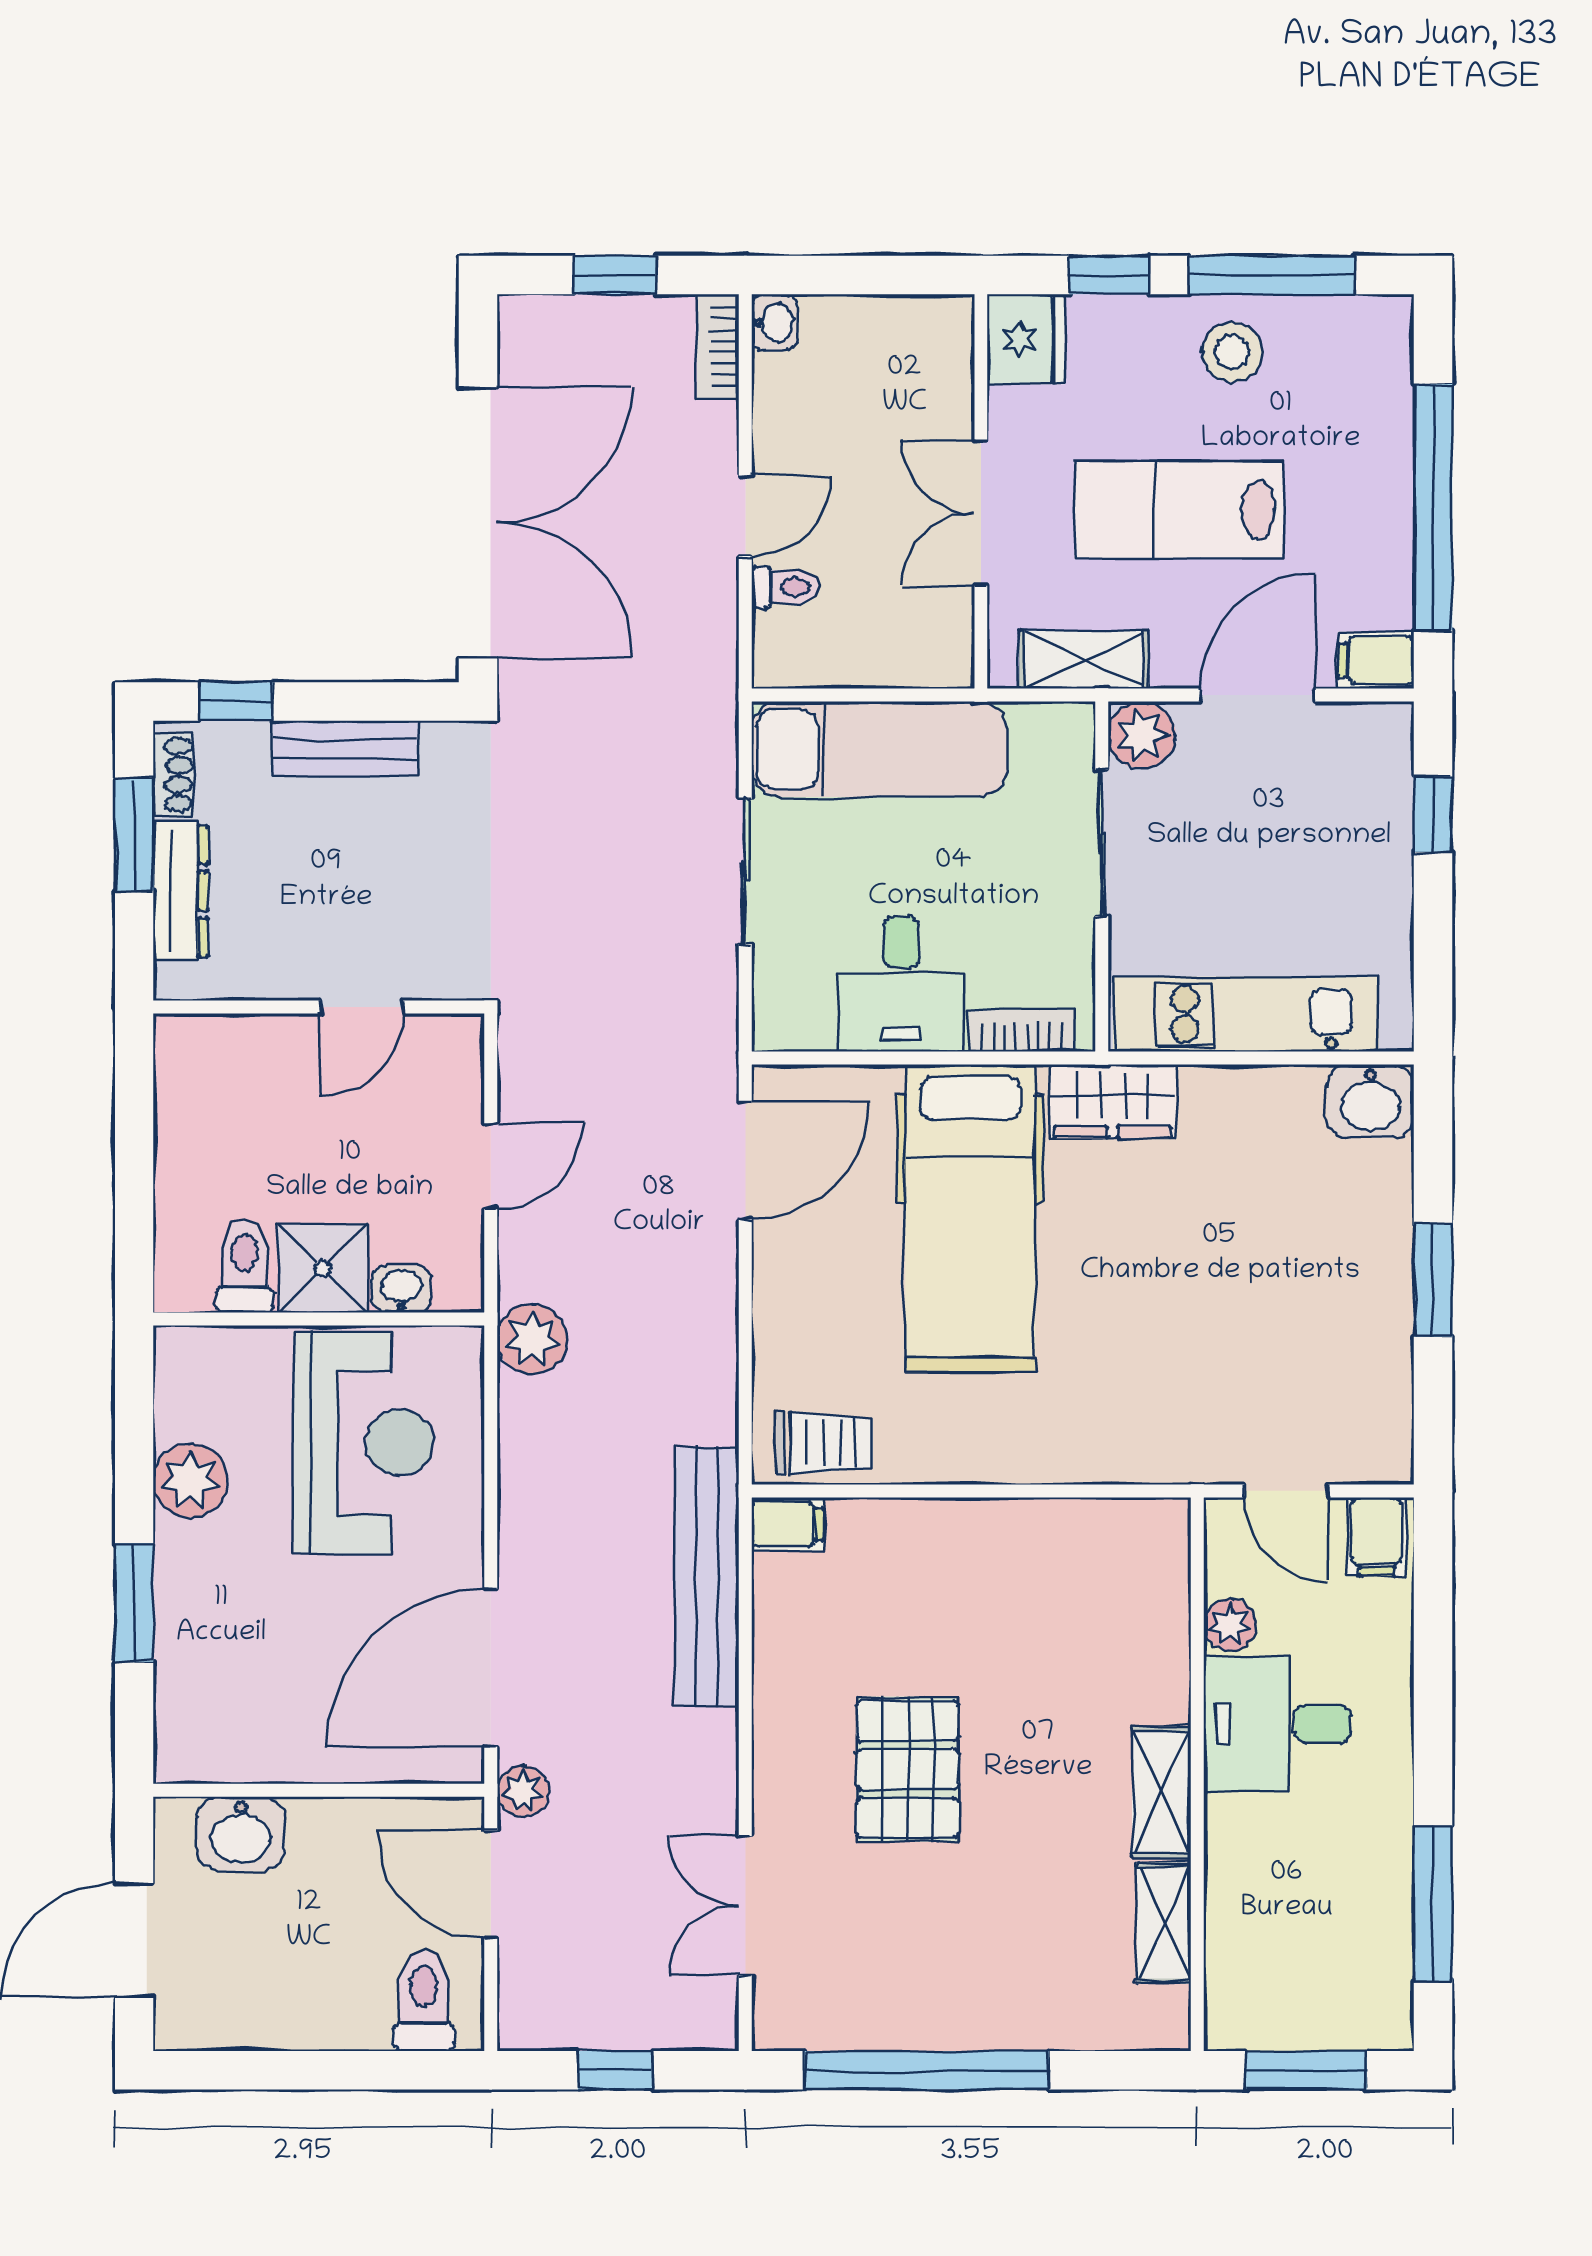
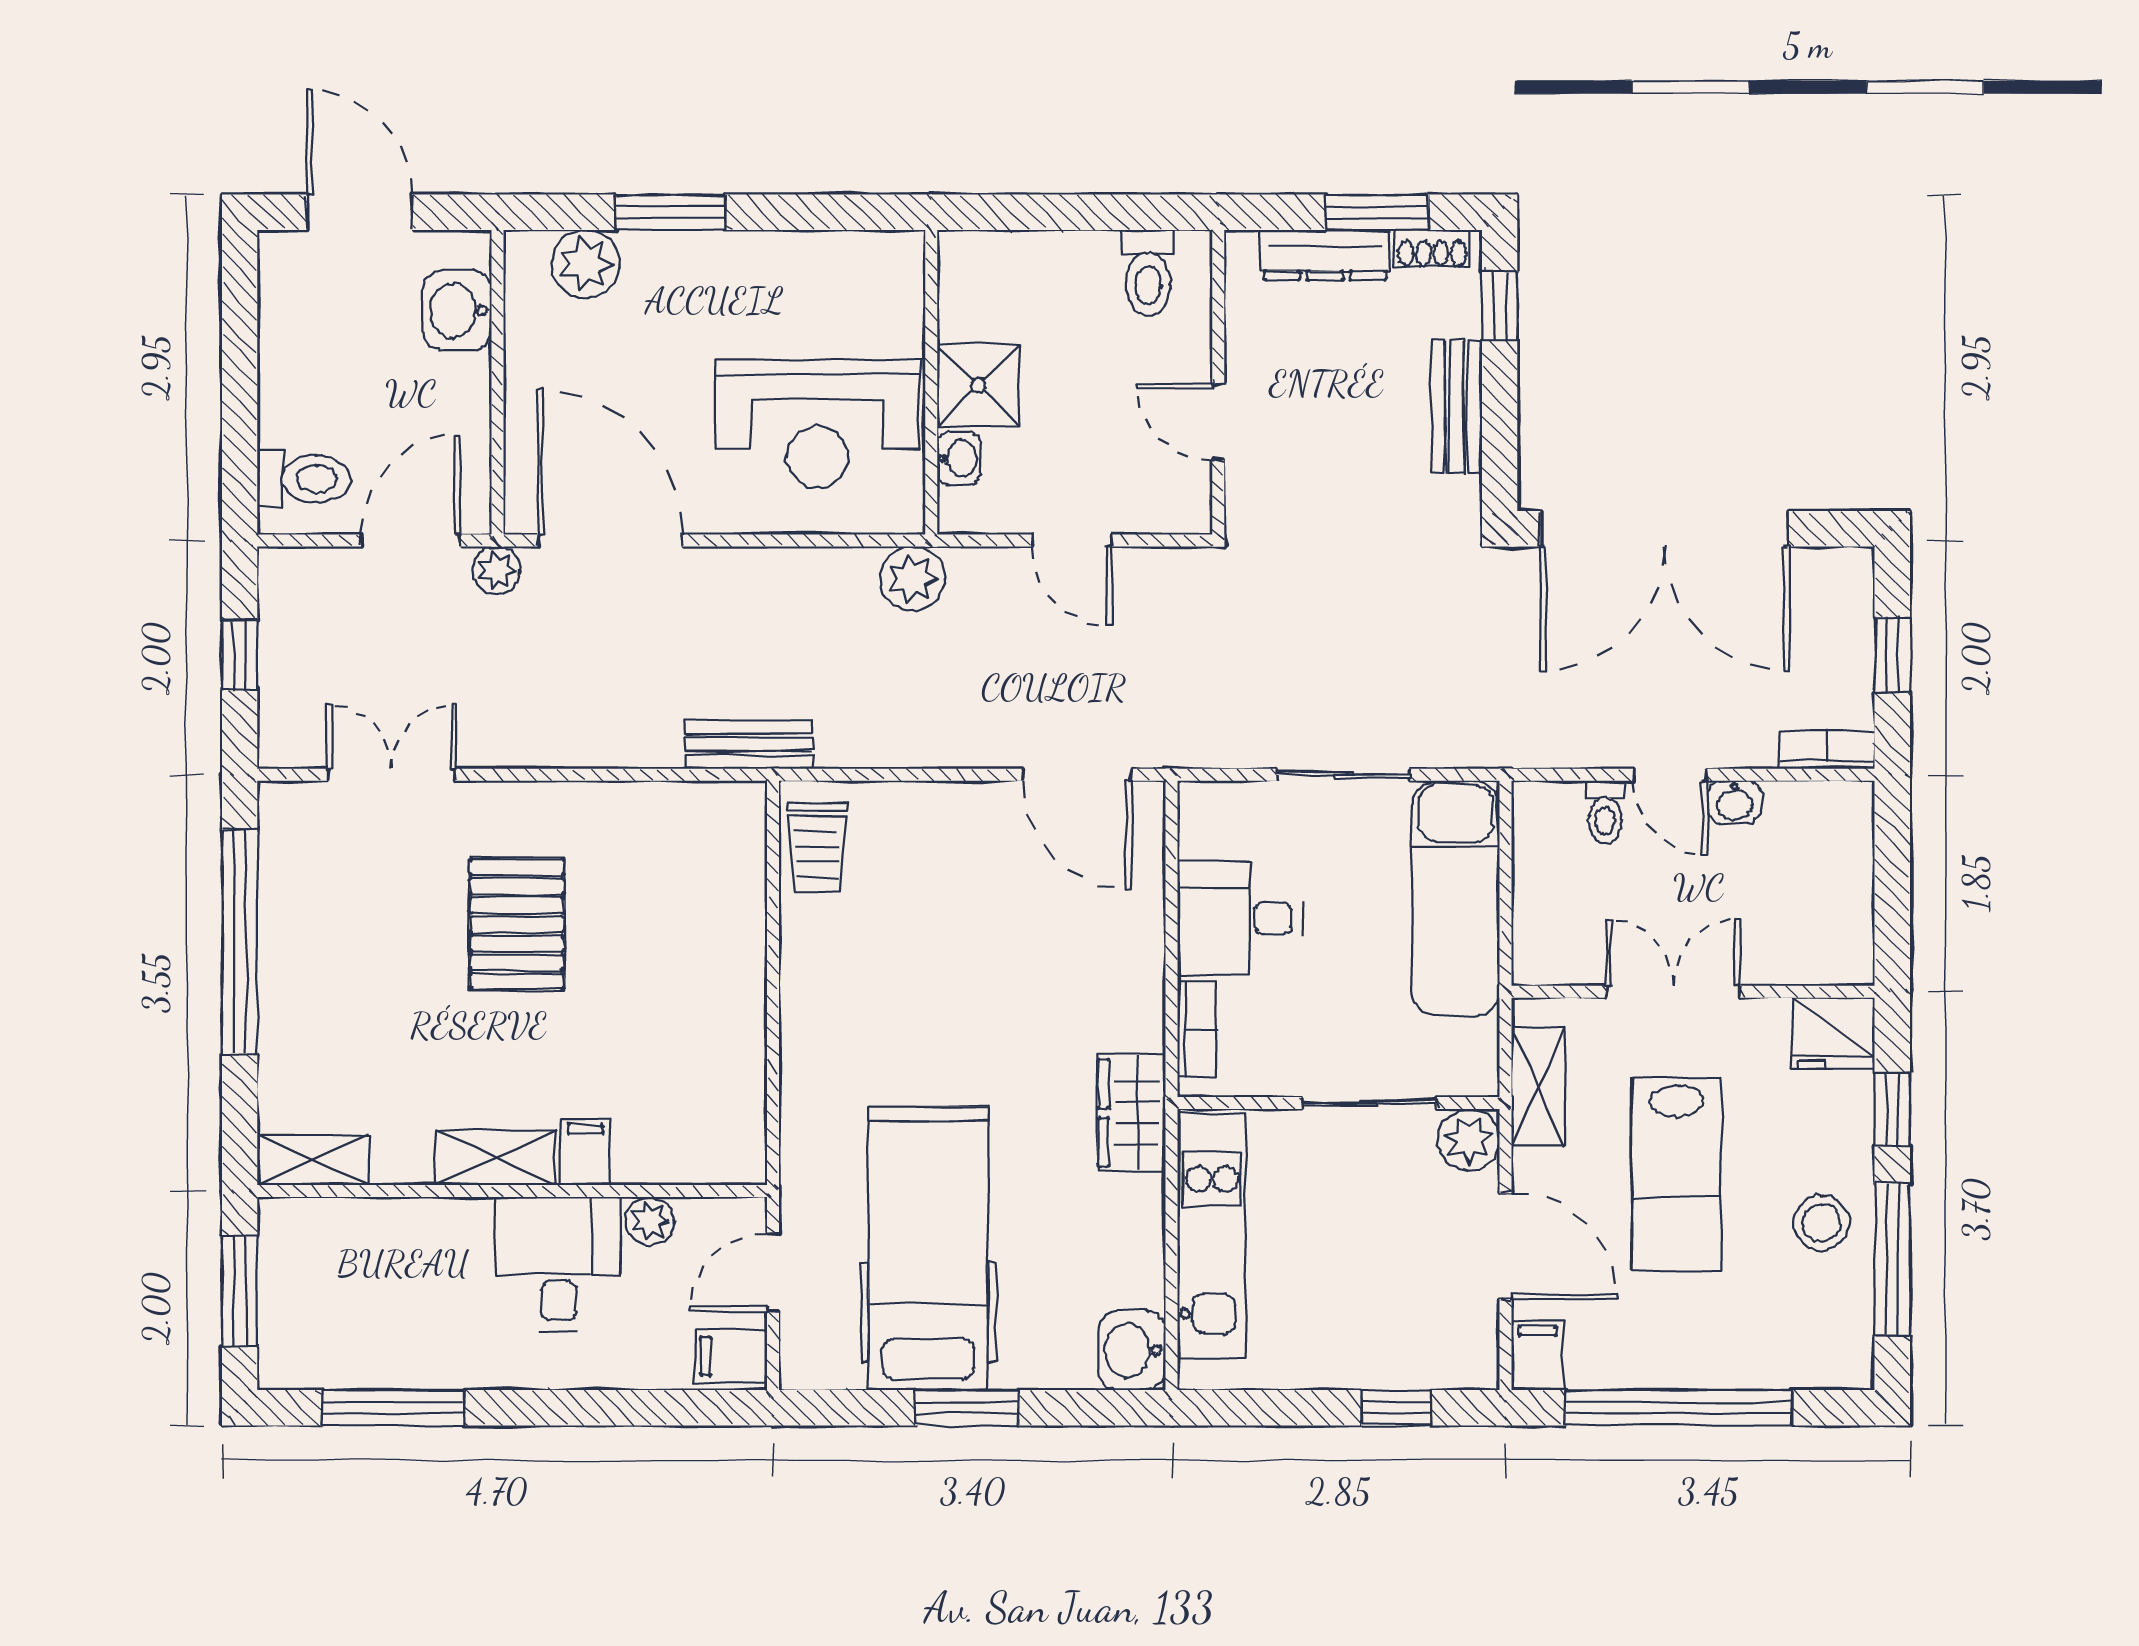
washbasin: (775, 323) -> (1734, 802), moved
lab bench: (1179, 510) -> (1676, 1174), turned 180
hospital bed: (970, 1218) -> (928, 1248), moved, turned 90
toilet: (245, 1266) -> (1148, 273), moved, turned 90
plant: (190, 1481) -> (586, 264), moved
filing cabinet: (788, 1524) -> (585, 1152), moved, turned 180
bench: (707, 1577) -> (749, 745), width x0.54, depth x0.82
pallet: (908, 1769) -> (517, 924), turned 90
shelving: (1164, 1923) -> (313, 1160), moved

